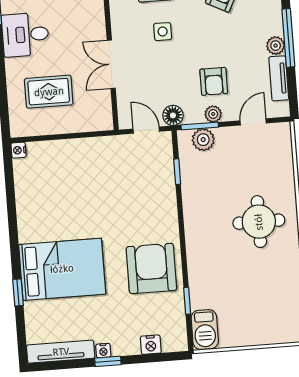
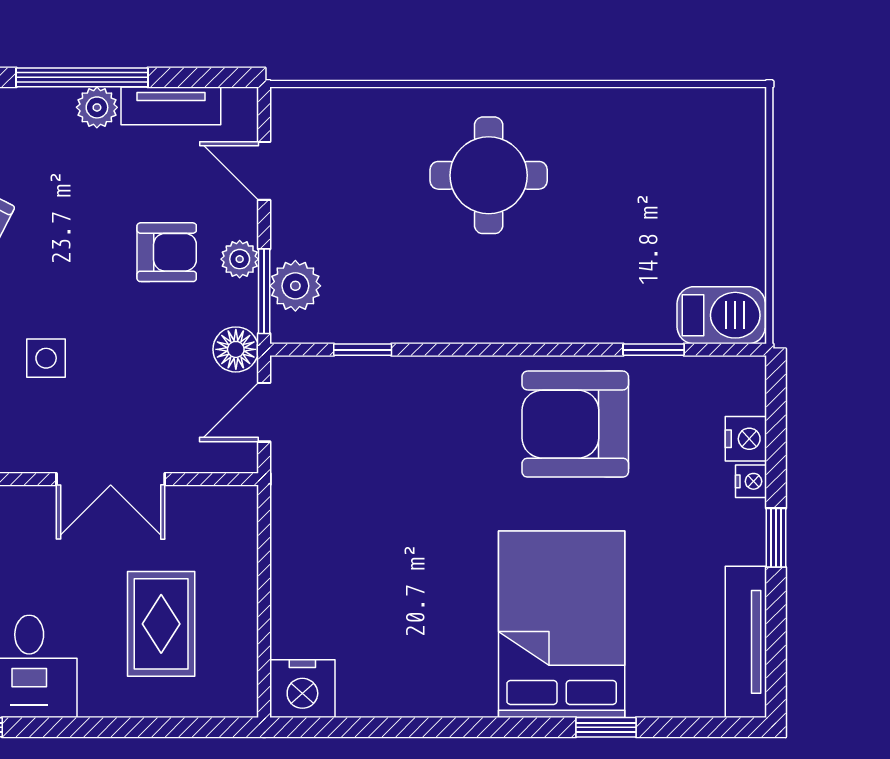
nightstand: (19, 150) -> (302, 689), width x1.89, depth x1.79
nightstand: (103, 351) -> (751, 481), moved

